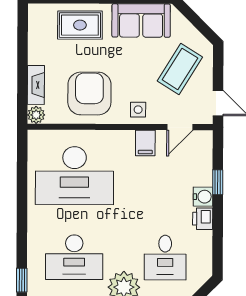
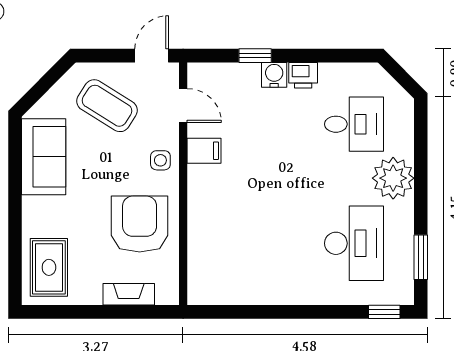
rug: (80, 25) -> (49, 267), moved
armchair: (89, 94) -> (140, 224), turned 90
plant: (36, 115) -> (168, 294), removed
desk: (74, 176) -> (247, 243), removed

